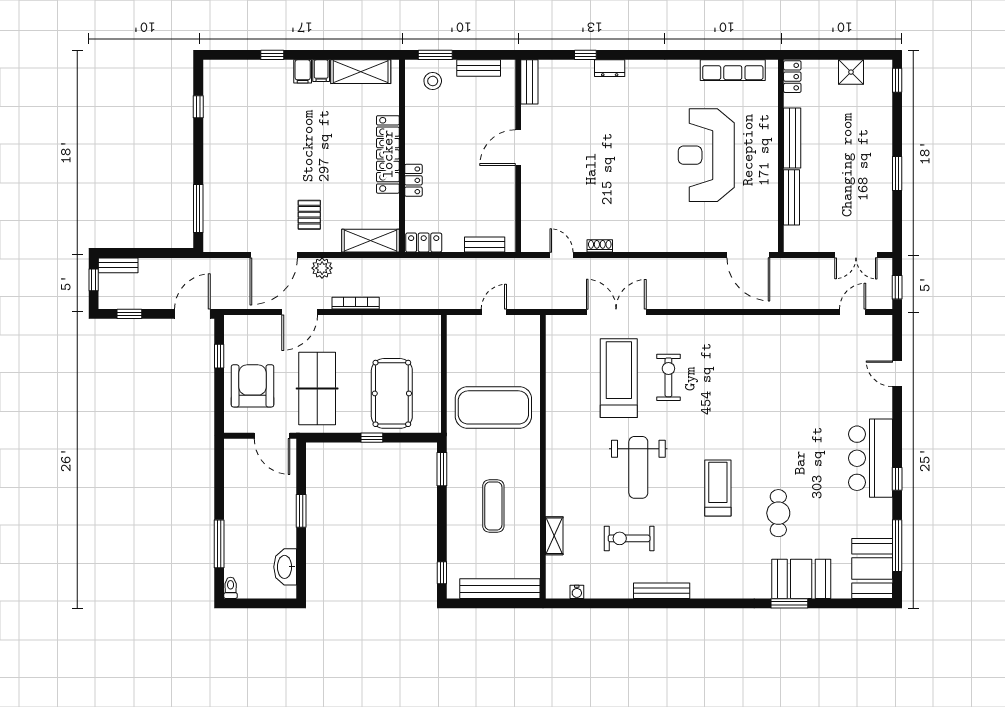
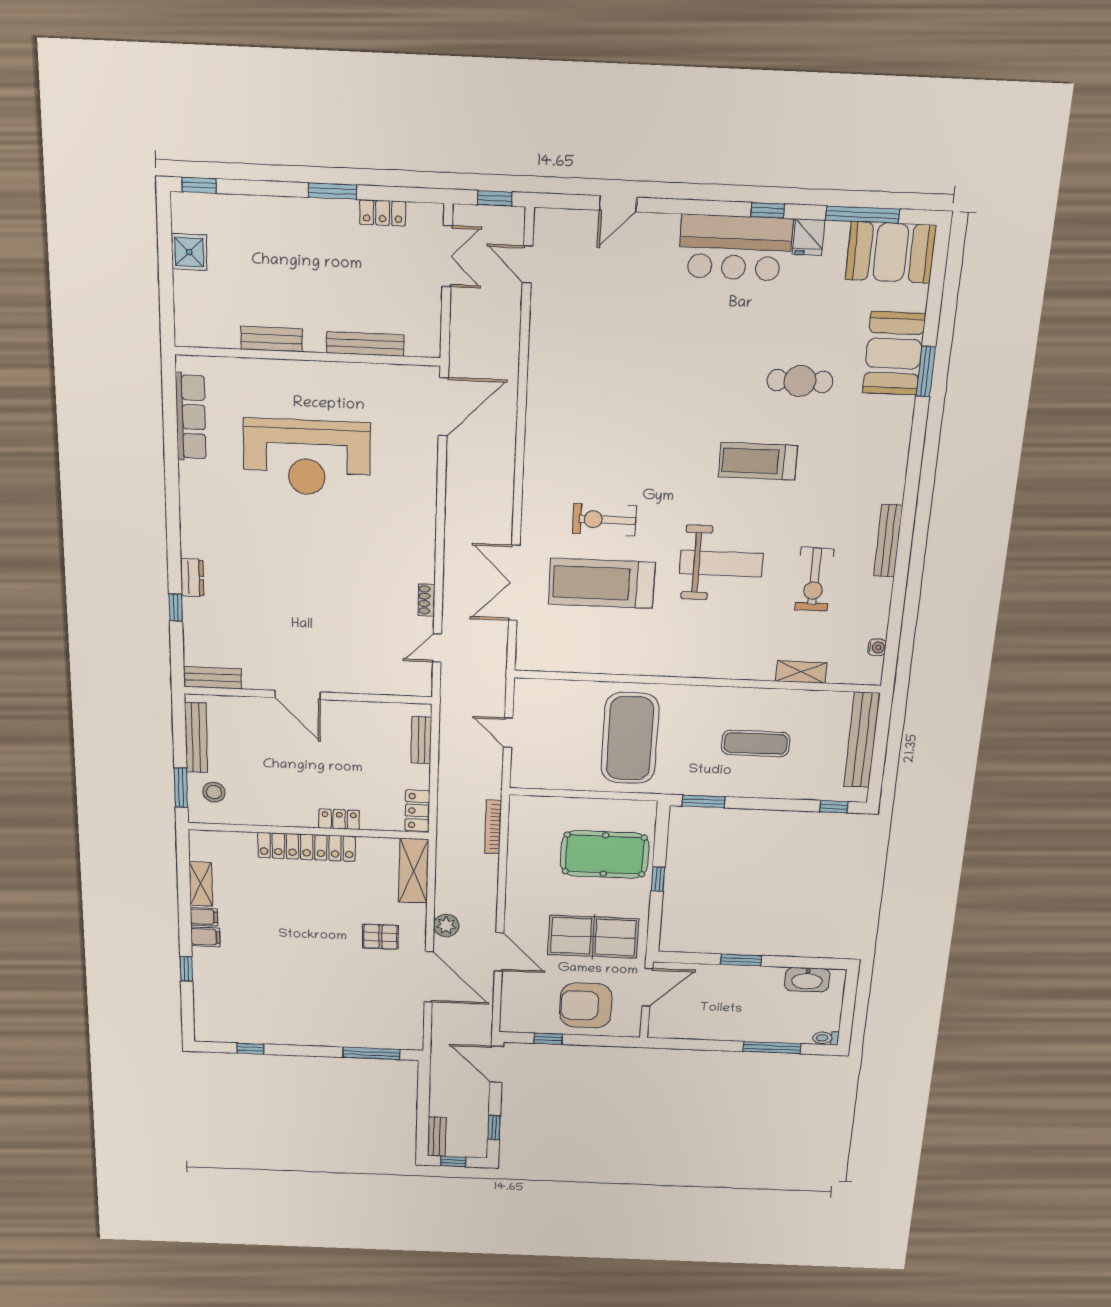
bench: (479, 68) -> (196, 738), width x1.36
shelving: (361, 72) -> (201, 884), width x0.67, depth x0.75
locker: (792, 77) -> (383, 213), moved, turned 180
bench: (792, 138) -> (272, 339), width x0.73
bookcase: (356, 303) -> (493, 827), moved
fridge: (880, 509) -> (809, 237), added

